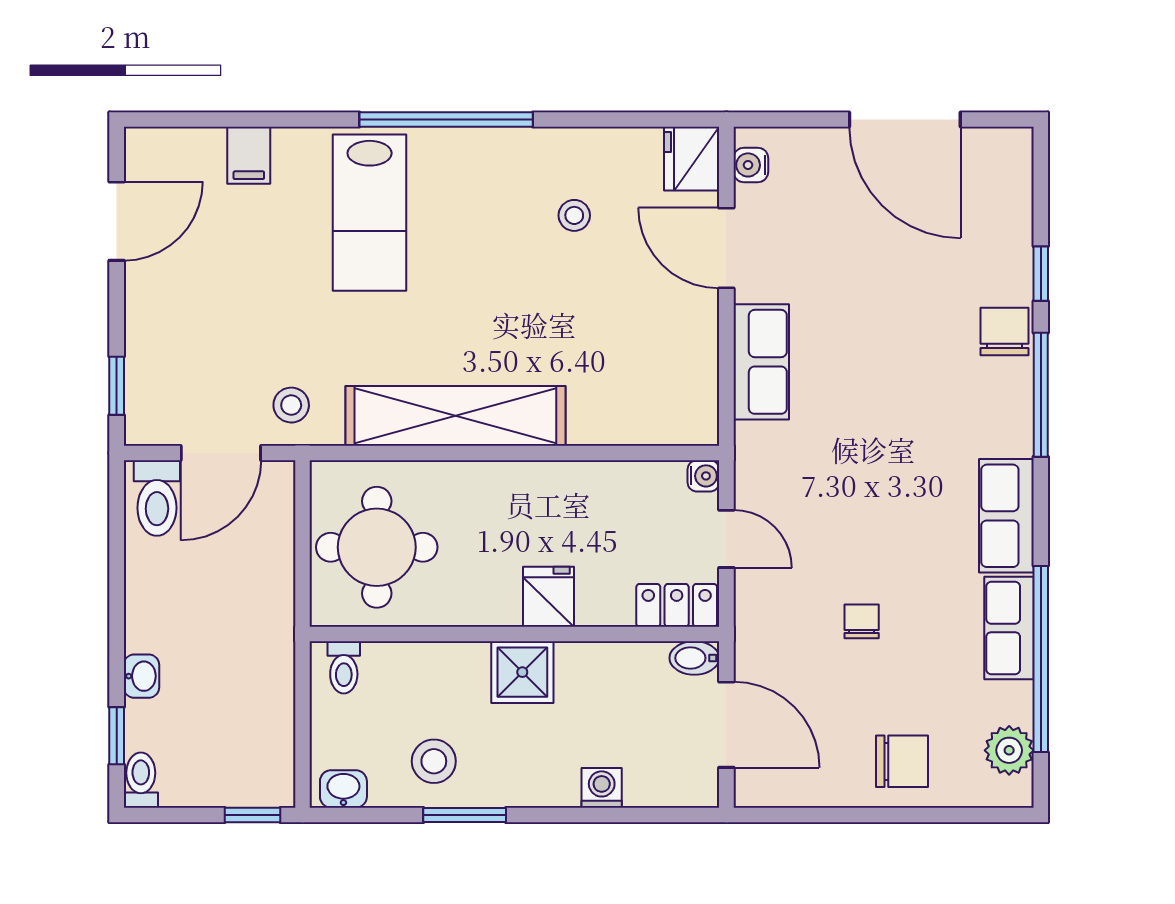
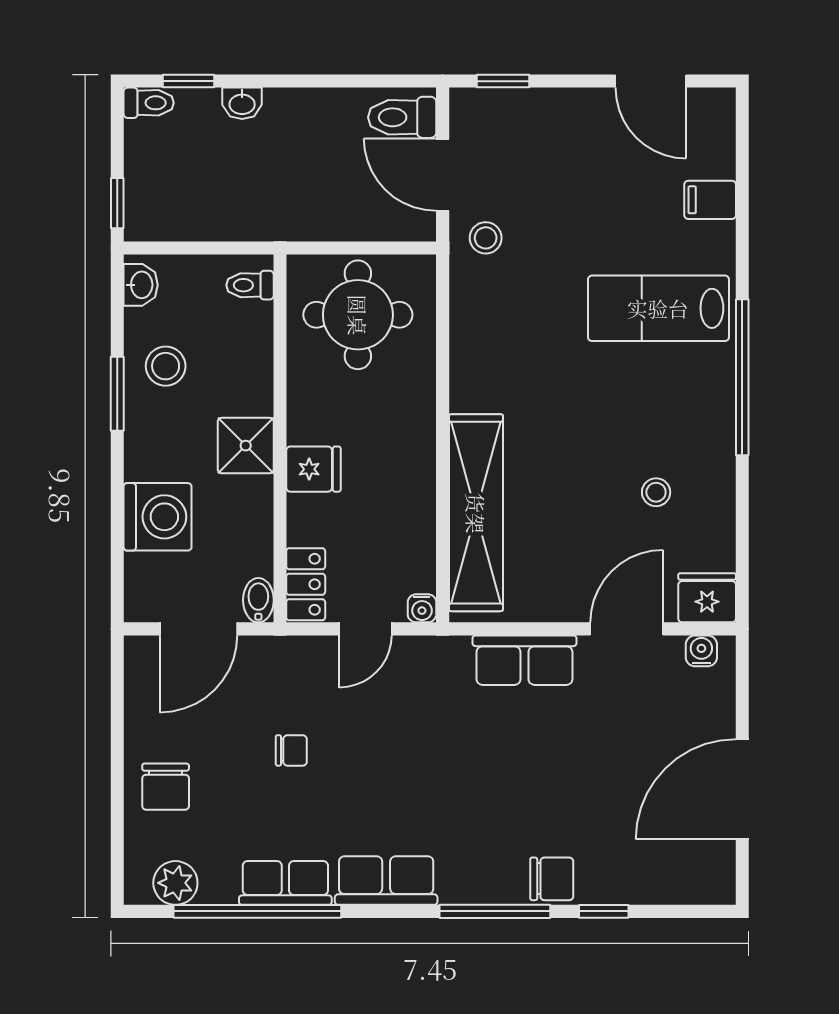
shelving: (455, 416) -> (476, 513), moved
washing machine: (602, 788) -> (158, 517), width x1.89, depth x1.89

